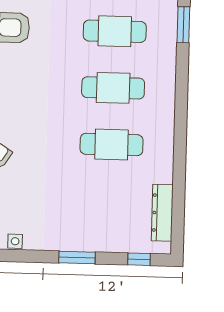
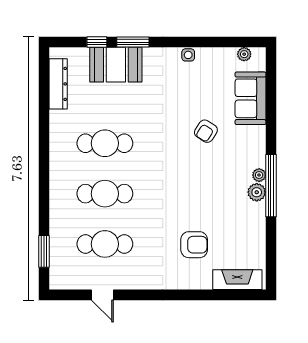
booth: (97, 233) -> (116, 65), added
window: (139, 259) -> (97, 42), moved

